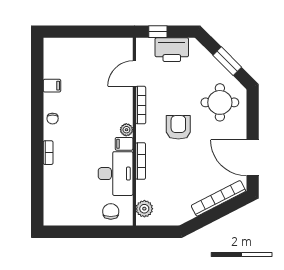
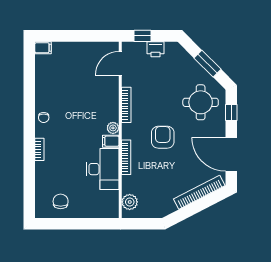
printer: (172, 50) -> (155, 49), width x0.53, depth x0.68
door: (134, 74) -> (120, 63), moved
filing cabinet: (52, 86) -> (43, 48), moved
window: (253, 113) -> (231, 112), added
armchair: (178, 127) -> (163, 137), moved
chair: (111, 211) -> (61, 201), moved

